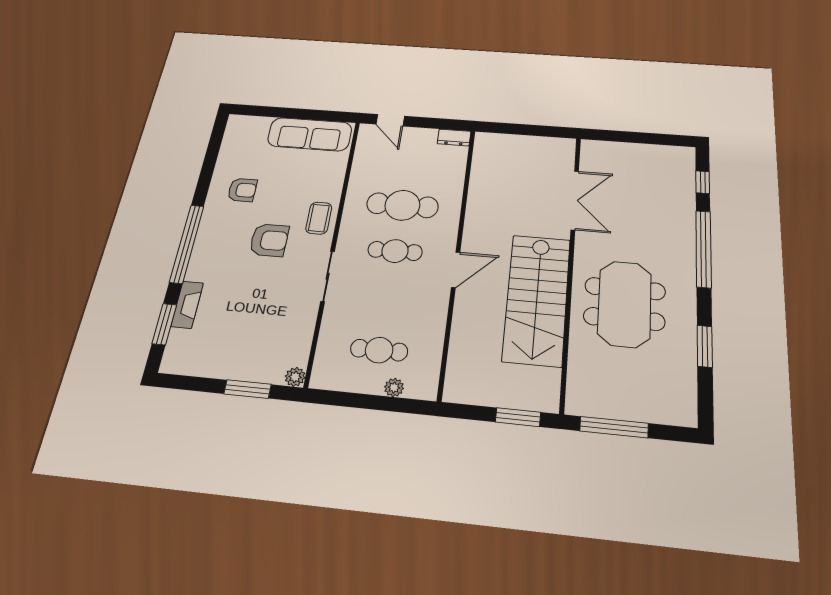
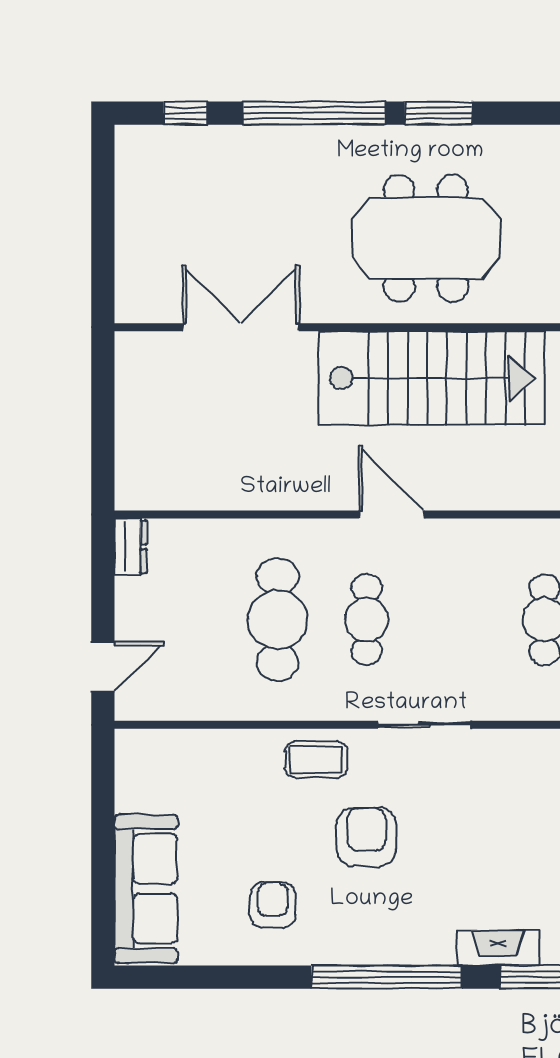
sofa: (310, 134) -> (146, 889), moved
window: (705, 346) -> (439, 113), moved

